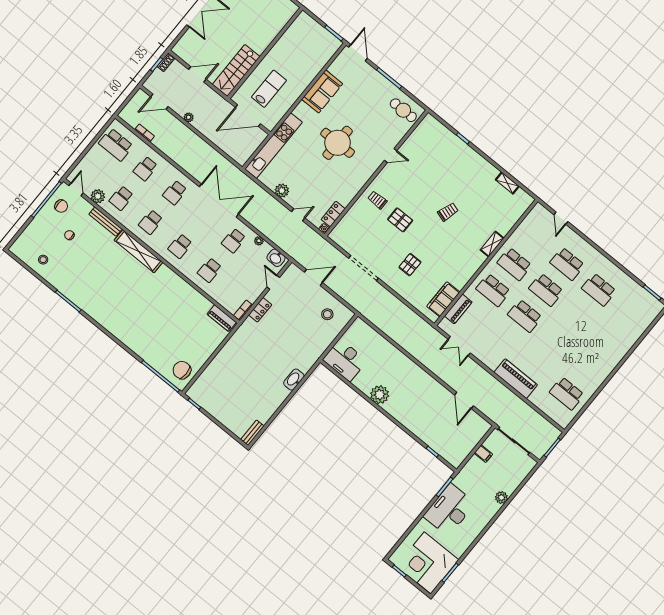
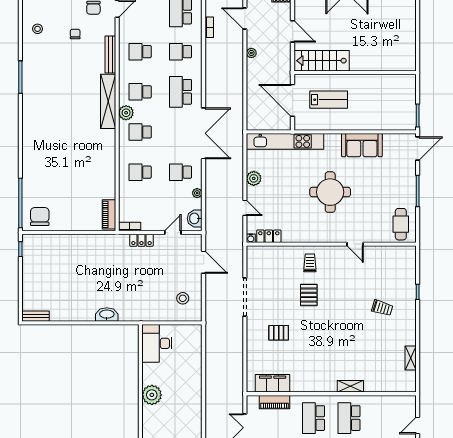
school desk: (175, 193) -> (180, 92), width x1.85
plant: (98, 196) -> (126, 113), moved
trolley: (448, 212) -> (382, 308), moved

